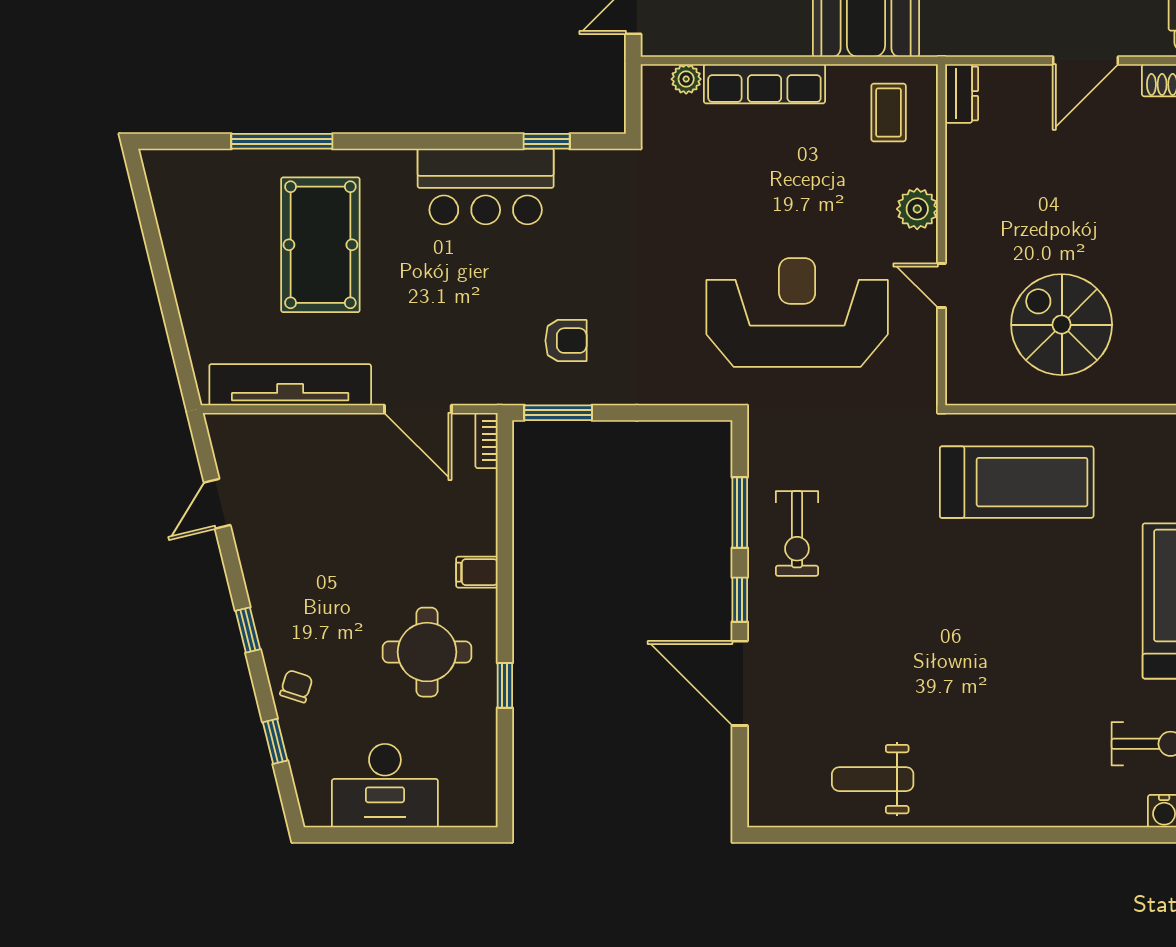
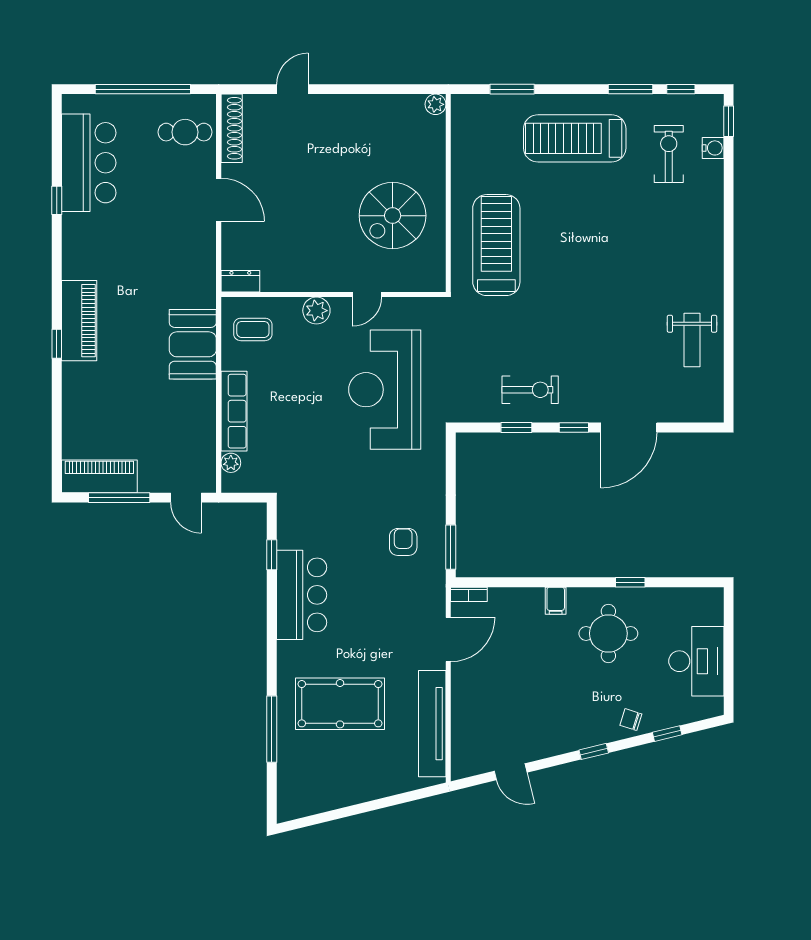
window: (740, 513) -> (516, 428), width x0.67

